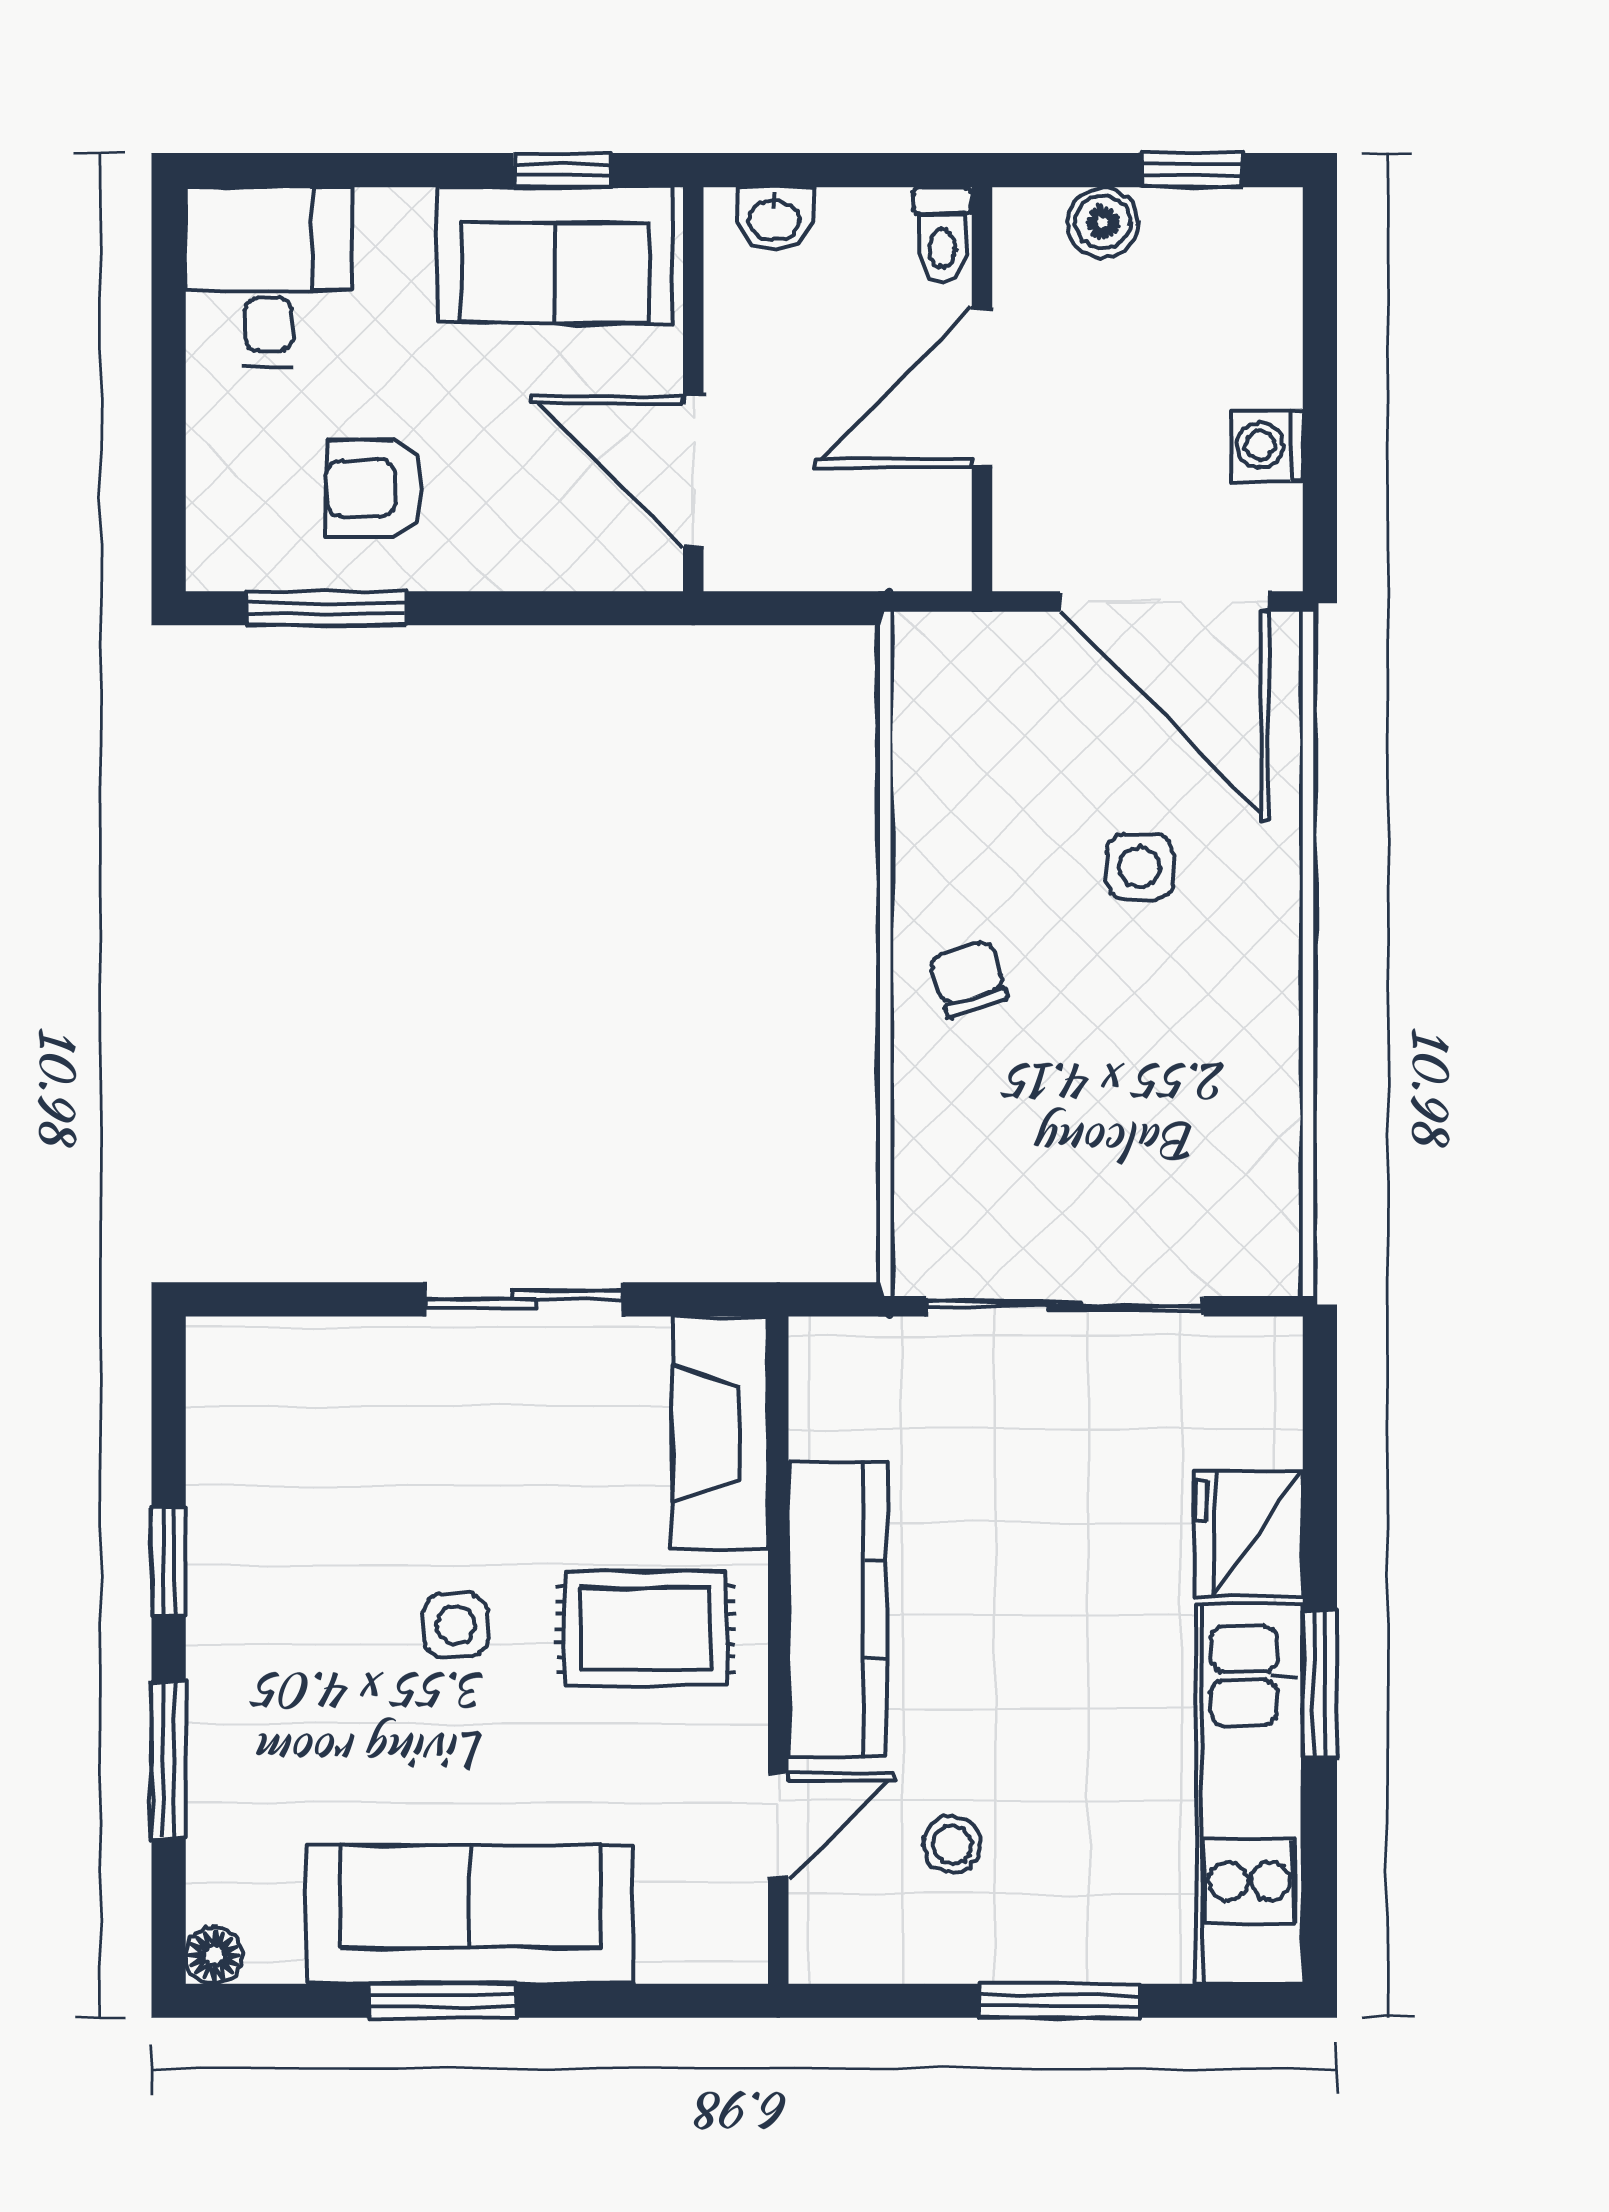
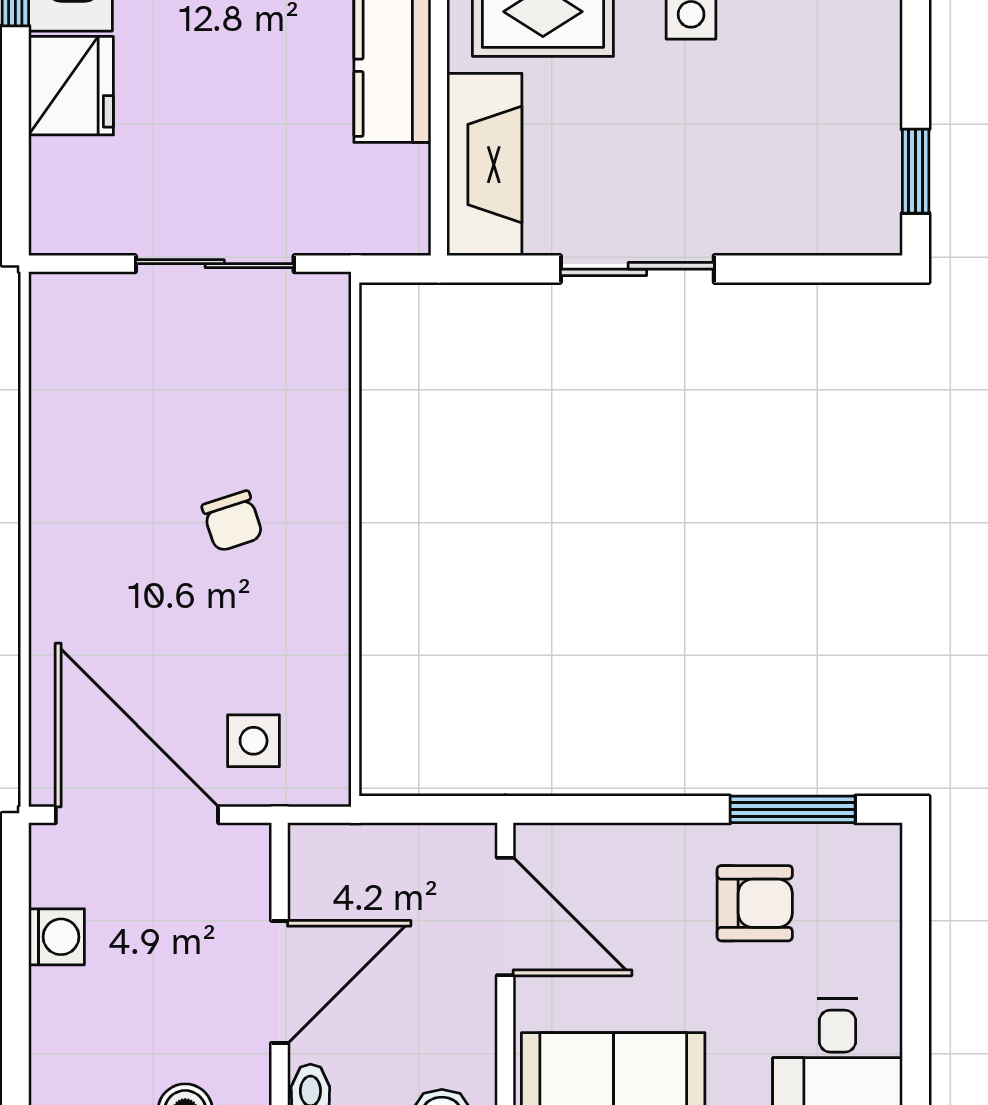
side table: (1140, 867) -> (254, 741), moved
chair: (968, 979) -> (232, 521), moved
sliding door: (1065, 1306) -> (215, 264), width x0.73
window: (169, 1561) -> (916, 171), moved

